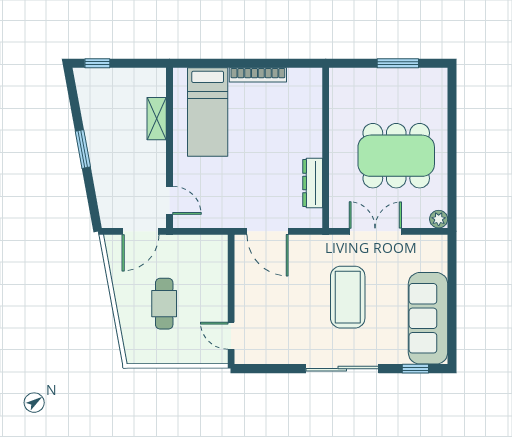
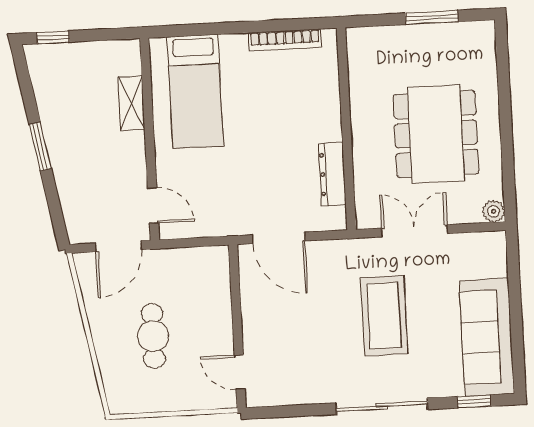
bookcase: (258, 75) -> (285, 40), moved
dining table: (396, 156) -> (436, 134), turned 90

